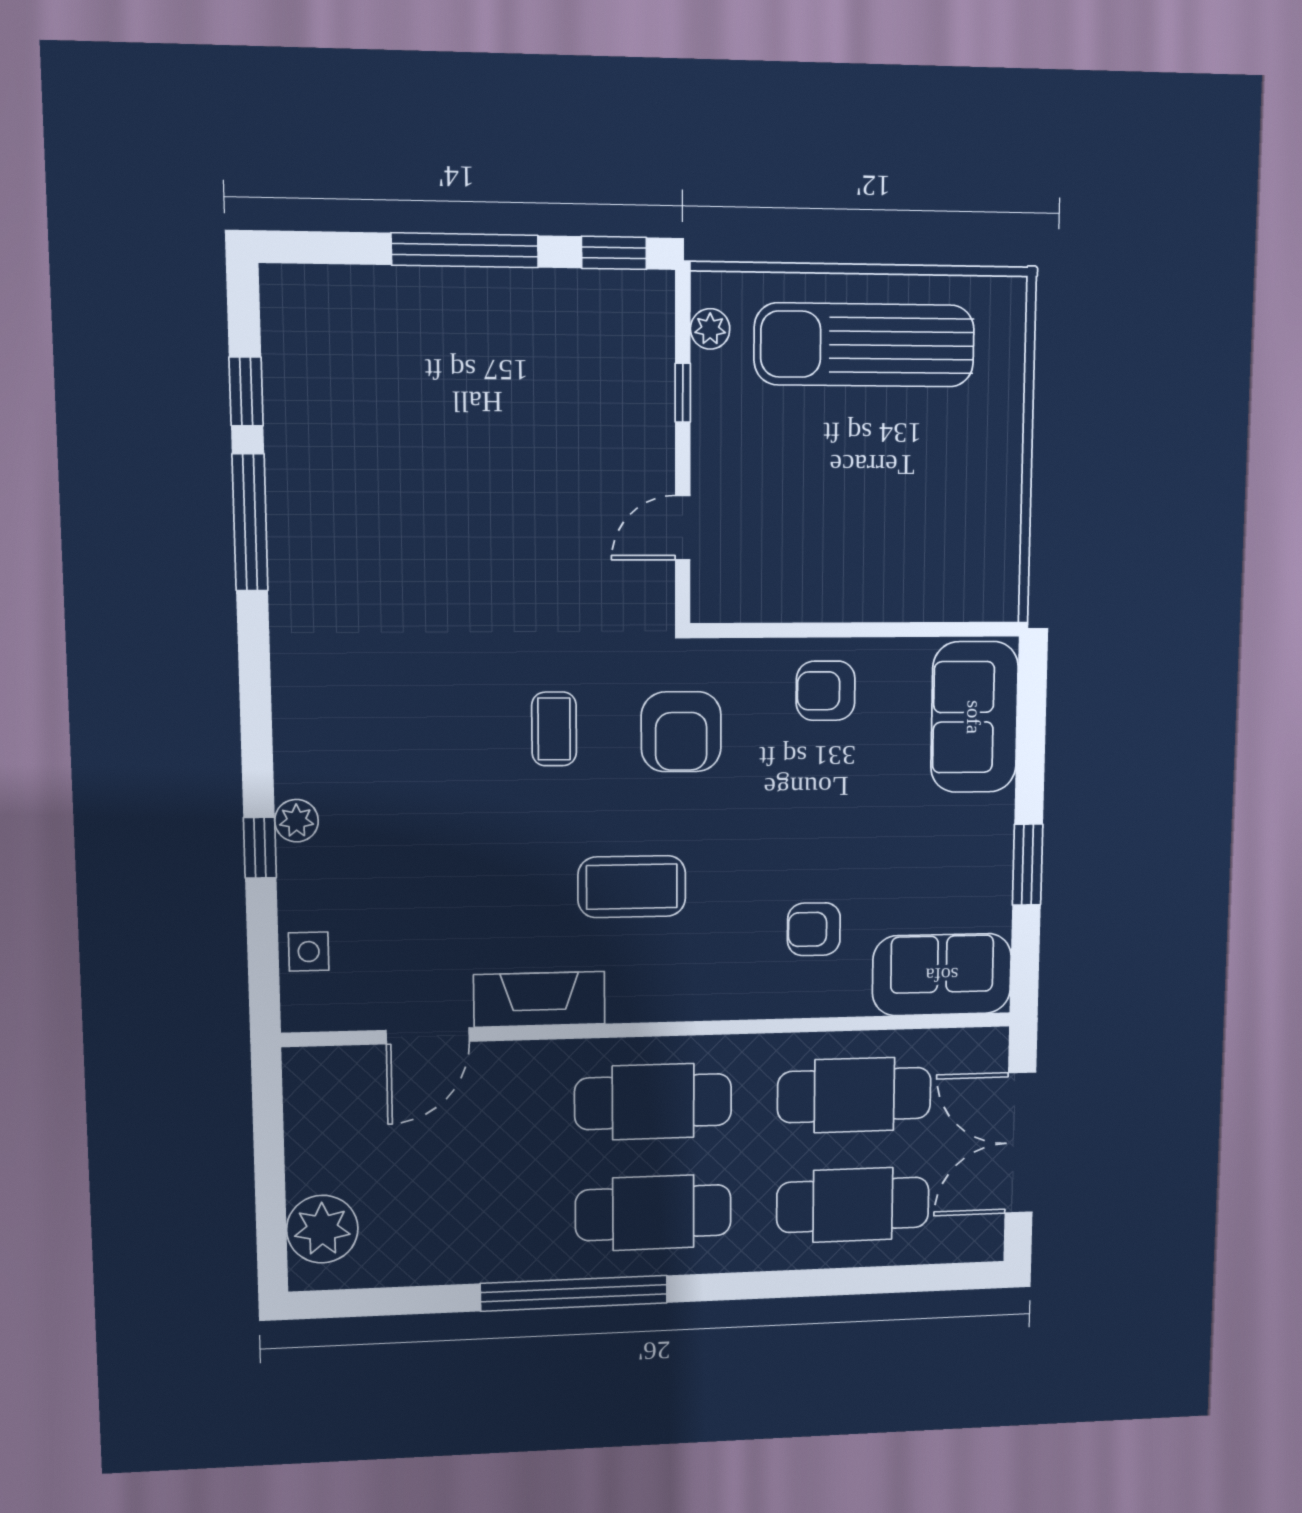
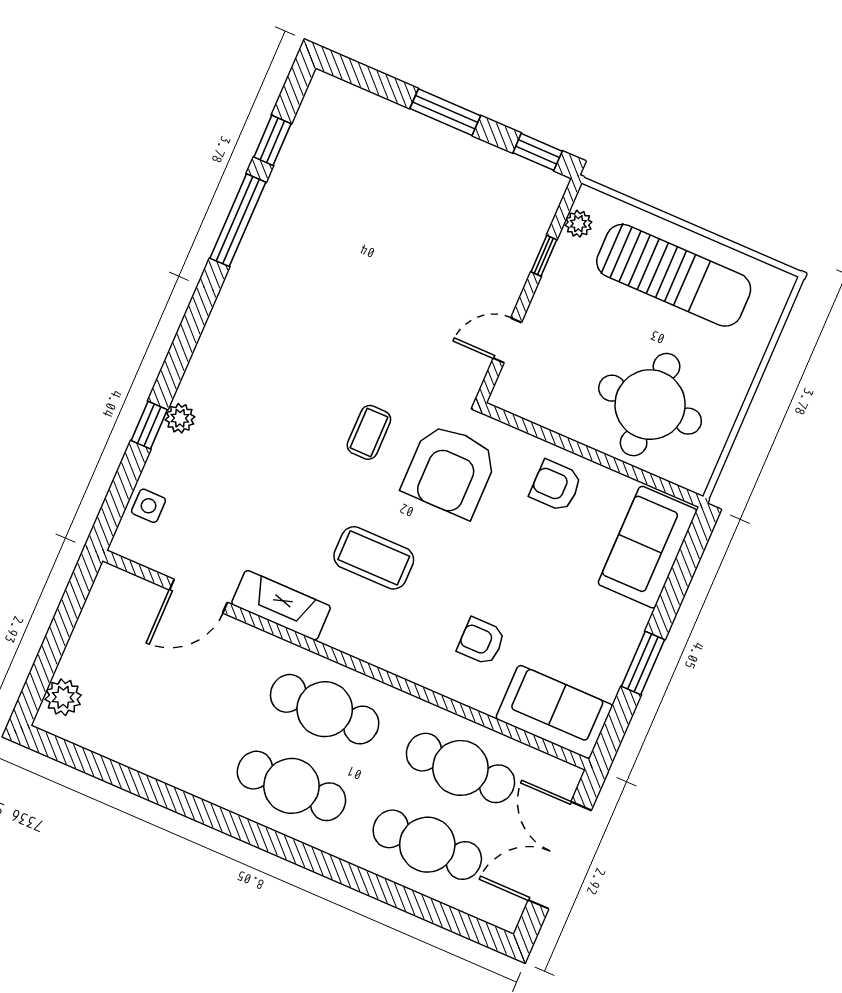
window: (465, 250) -> (445, 112), width x0.69
sun lounger: (864, 345) -> (674, 275), turned 180
round table: (903, 531) -> (650, 405), added
armchair: (681, 732) -> (450, 471), width x1.36, depth x1.36
plant: (322, 1229) -> (63, 697), width x0.73, depth x0.73
window: (574, 1293) -> (215, 817), removed

